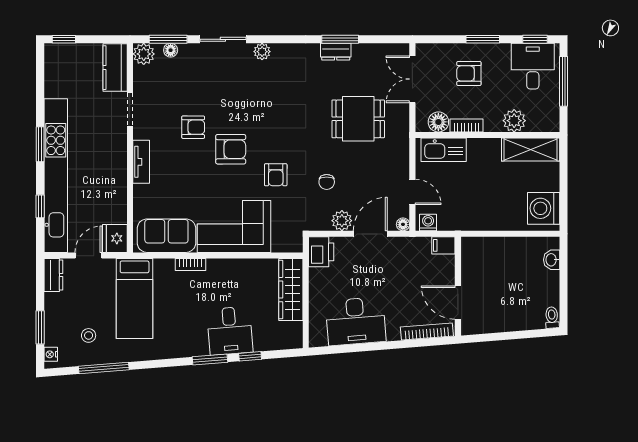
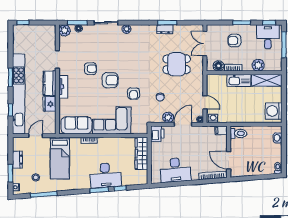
kitchen counter: (115, 68) -> (50, 83), moved
kitchen sink: (444, 150) -> (239, 80), moved
fridge: (115, 238) -> (50, 104), moved
toilet: (477, 251) -> (238, 133), added
dresser: (53, 275) -> (17, 160), moved
desk: (230, 331) -> (105, 175), width x1.37

